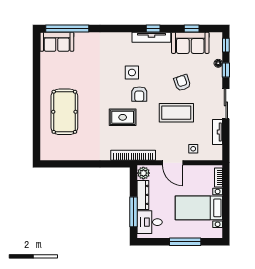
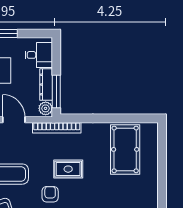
pool table: (64, 112) -> (125, 149), moved
window: (134, 212) -> (56, 91), moved

